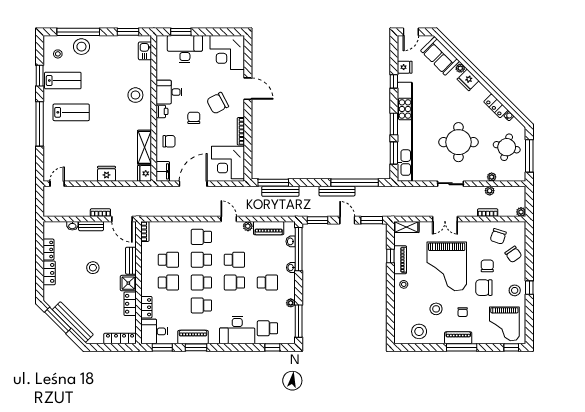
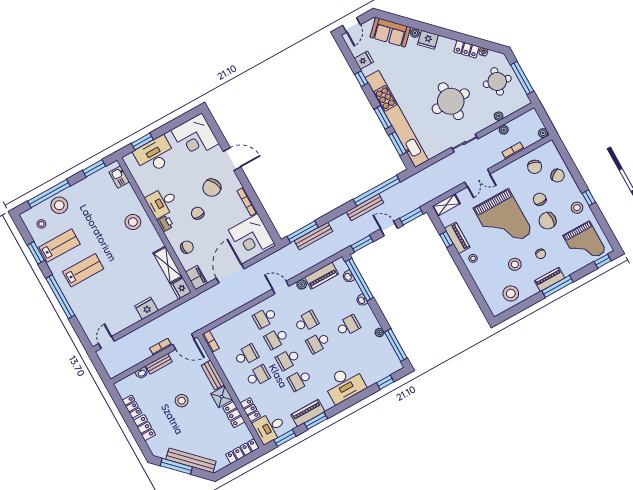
school desk: (267, 328) -> (371, 367), removed

